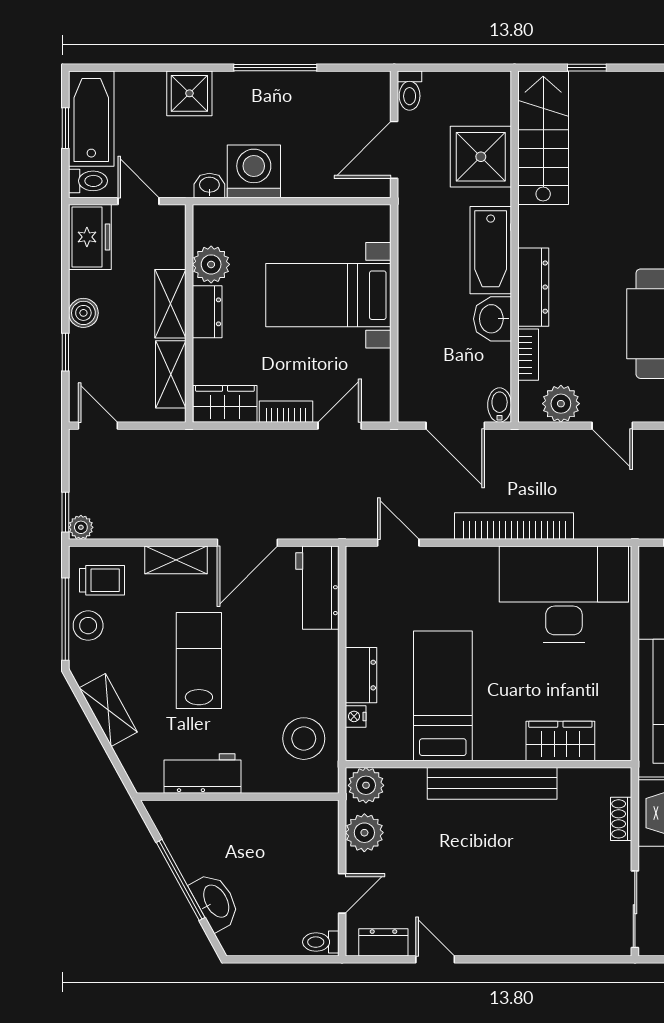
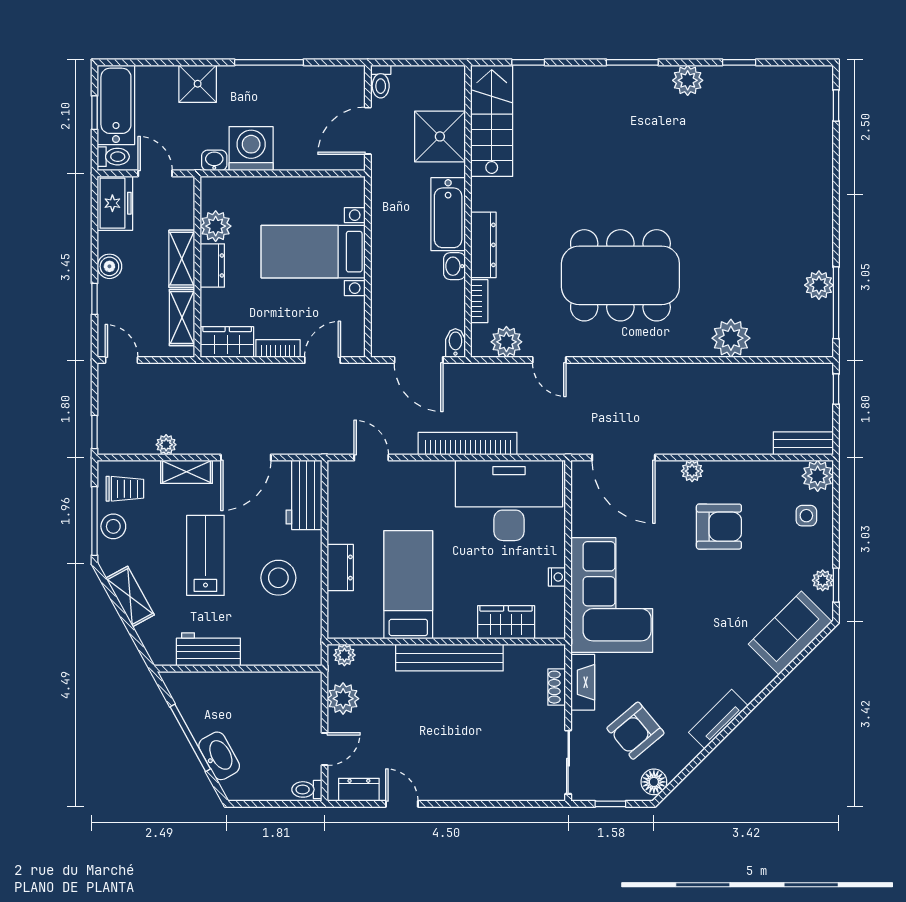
washbasin: (492, 319) -> (454, 266), width x0.72, depth x0.69
plant: (81, 527) -> (166, 445), moved
nightstand: (356, 716) -> (557, 577), moved, turned 180
stool: (304, 739) -> (278, 578), moved
plant: (366, 785) -> (344, 655), width x0.73, depth x0.73

